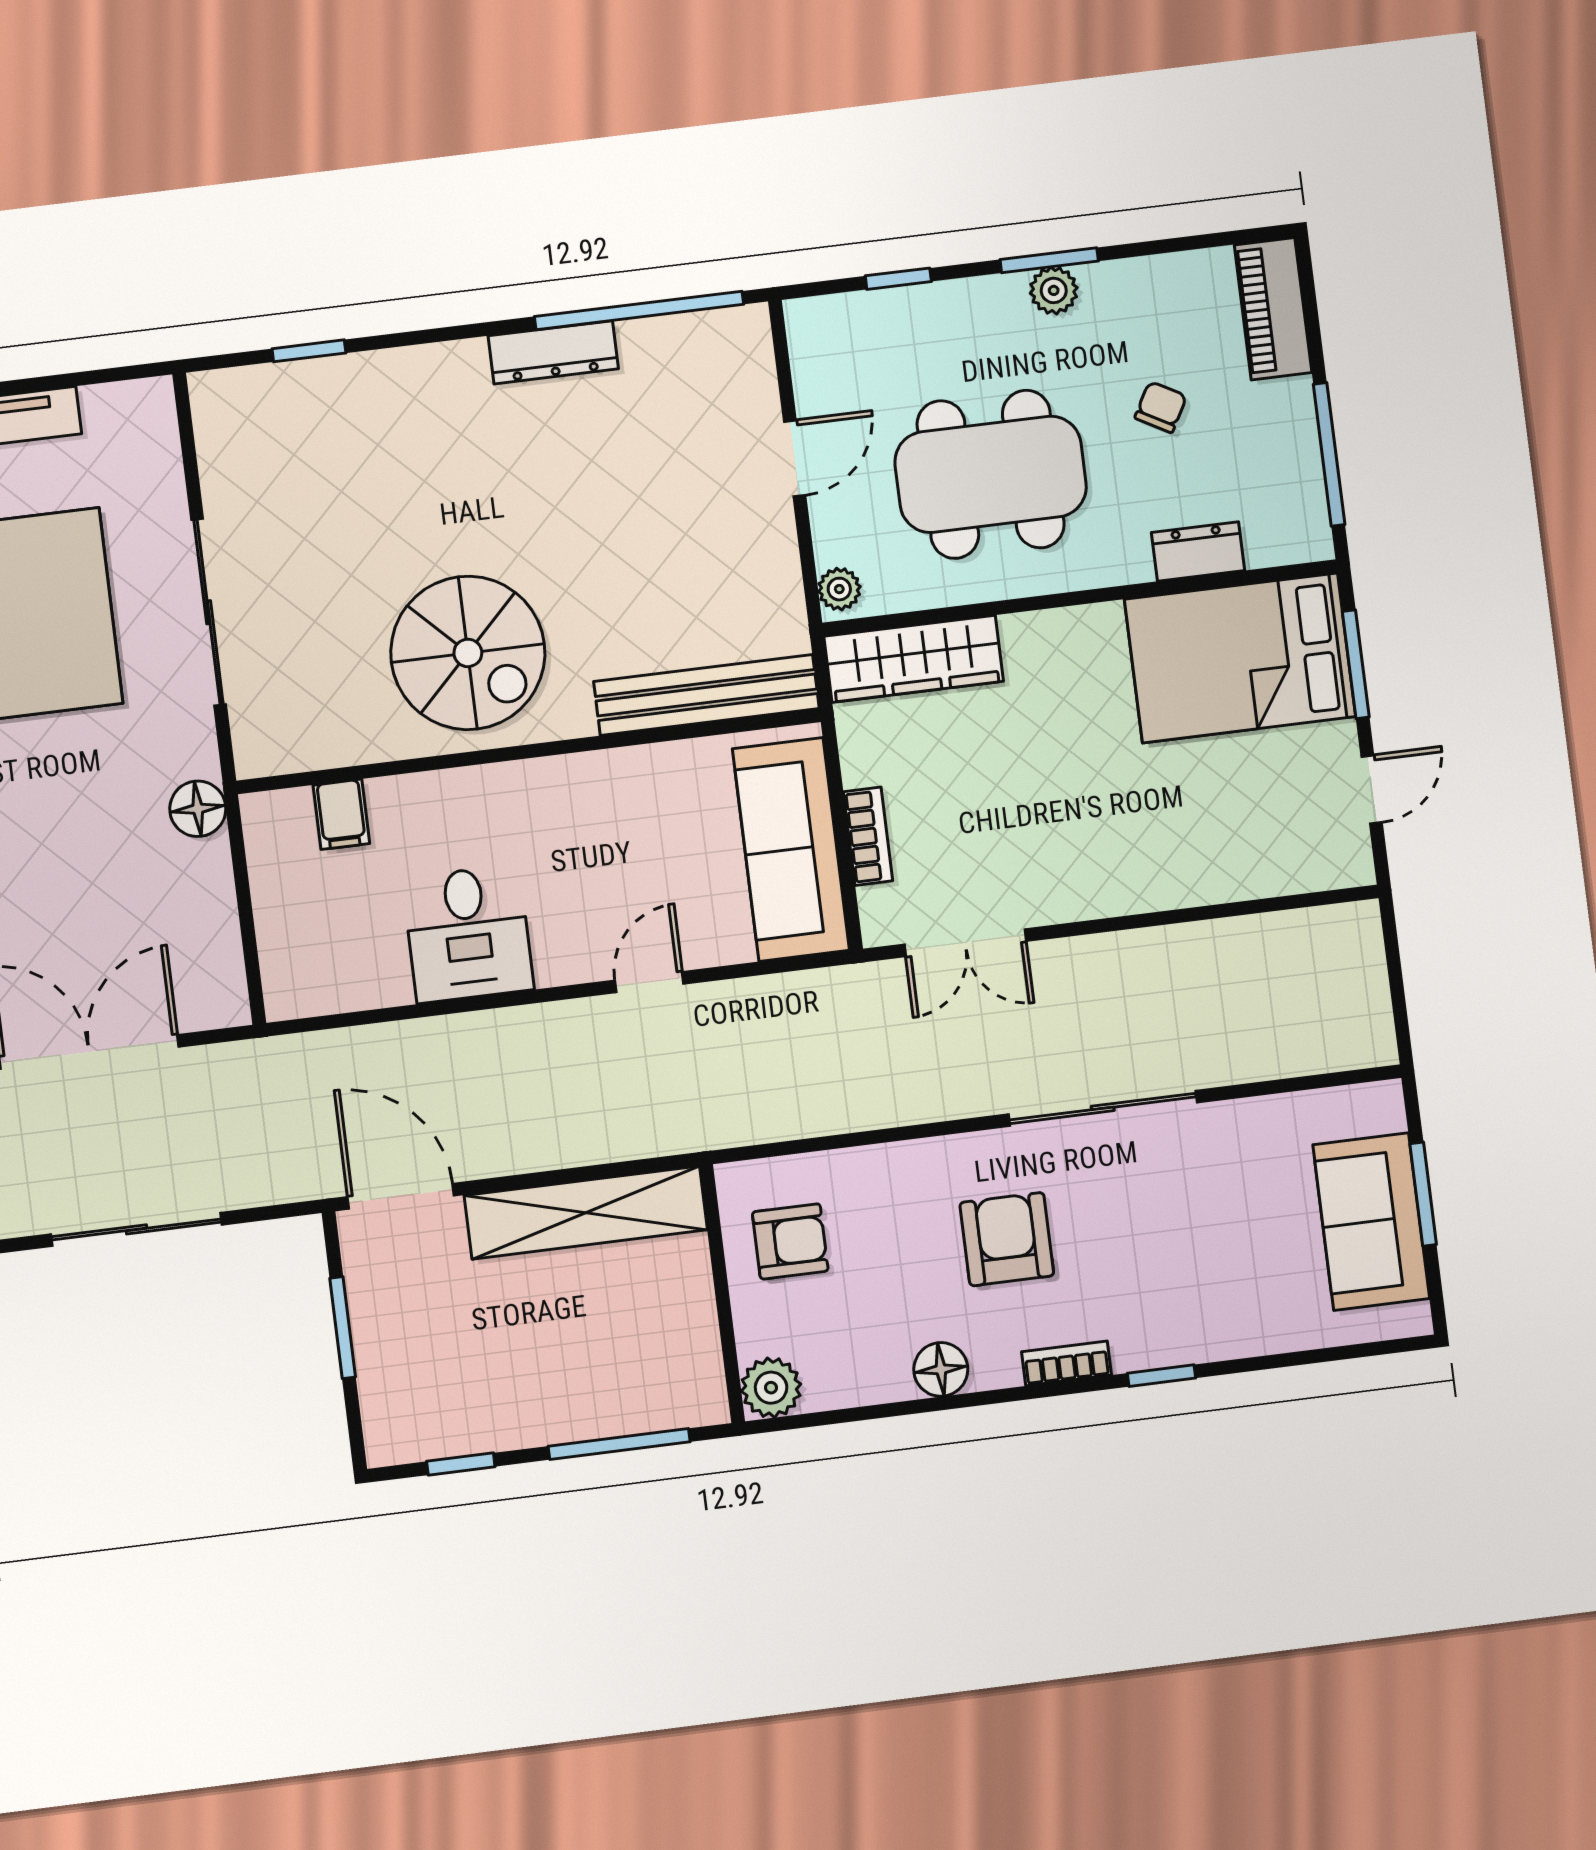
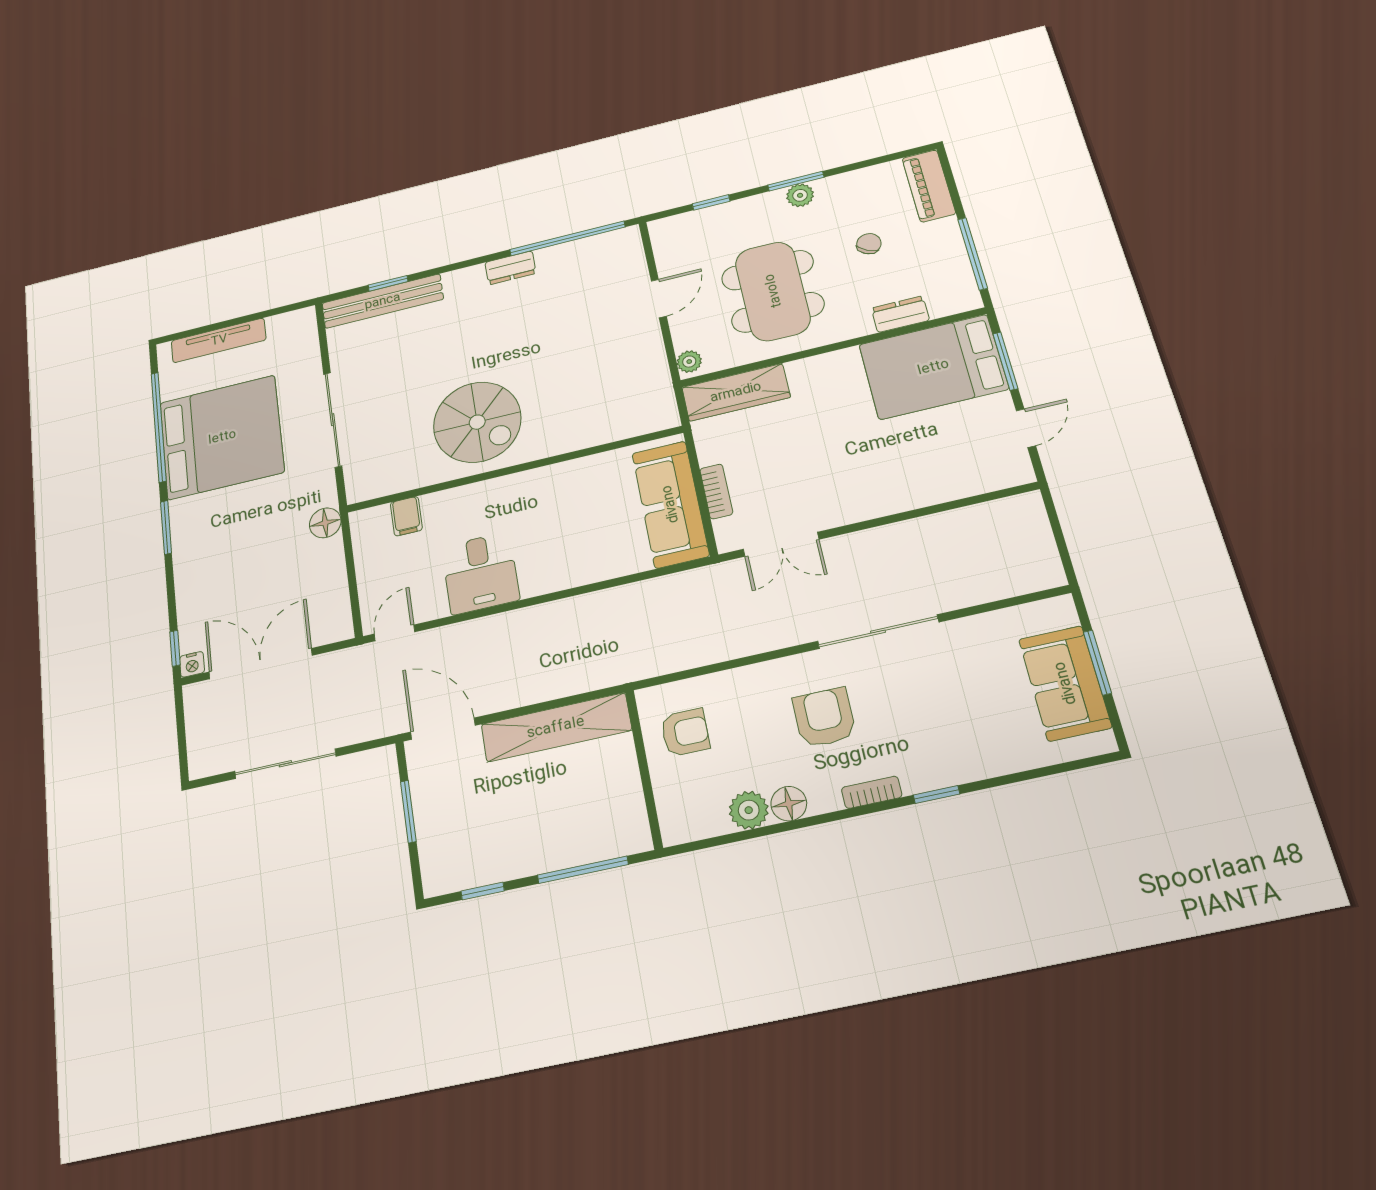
dresser: (553, 352) -> (510, 268), width x0.70
dining table: (991, 474) -> (773, 291), turned 90
bench: (706, 695) -> (383, 301), moved
door: (649, 982) -> (395, 633), moved
plant: (771, 1388) -> (749, 810), moved

